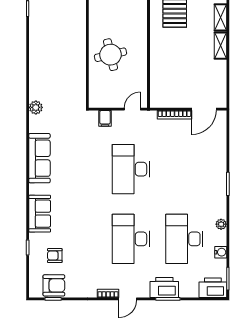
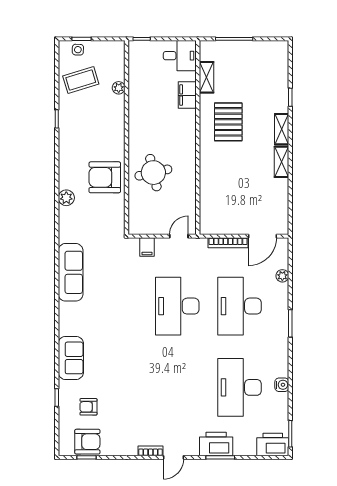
armchair: (69, 59) -> (105, 177), added
plant: (36, 107) -> (66, 198), moved
sofa: (39, 158) -> (71, 272), moved
plant: (221, 224) -> (282, 276), moved
desk: (131, 239) -> (240, 306), moved
water cooler: (221, 252) -> (282, 385), moved

